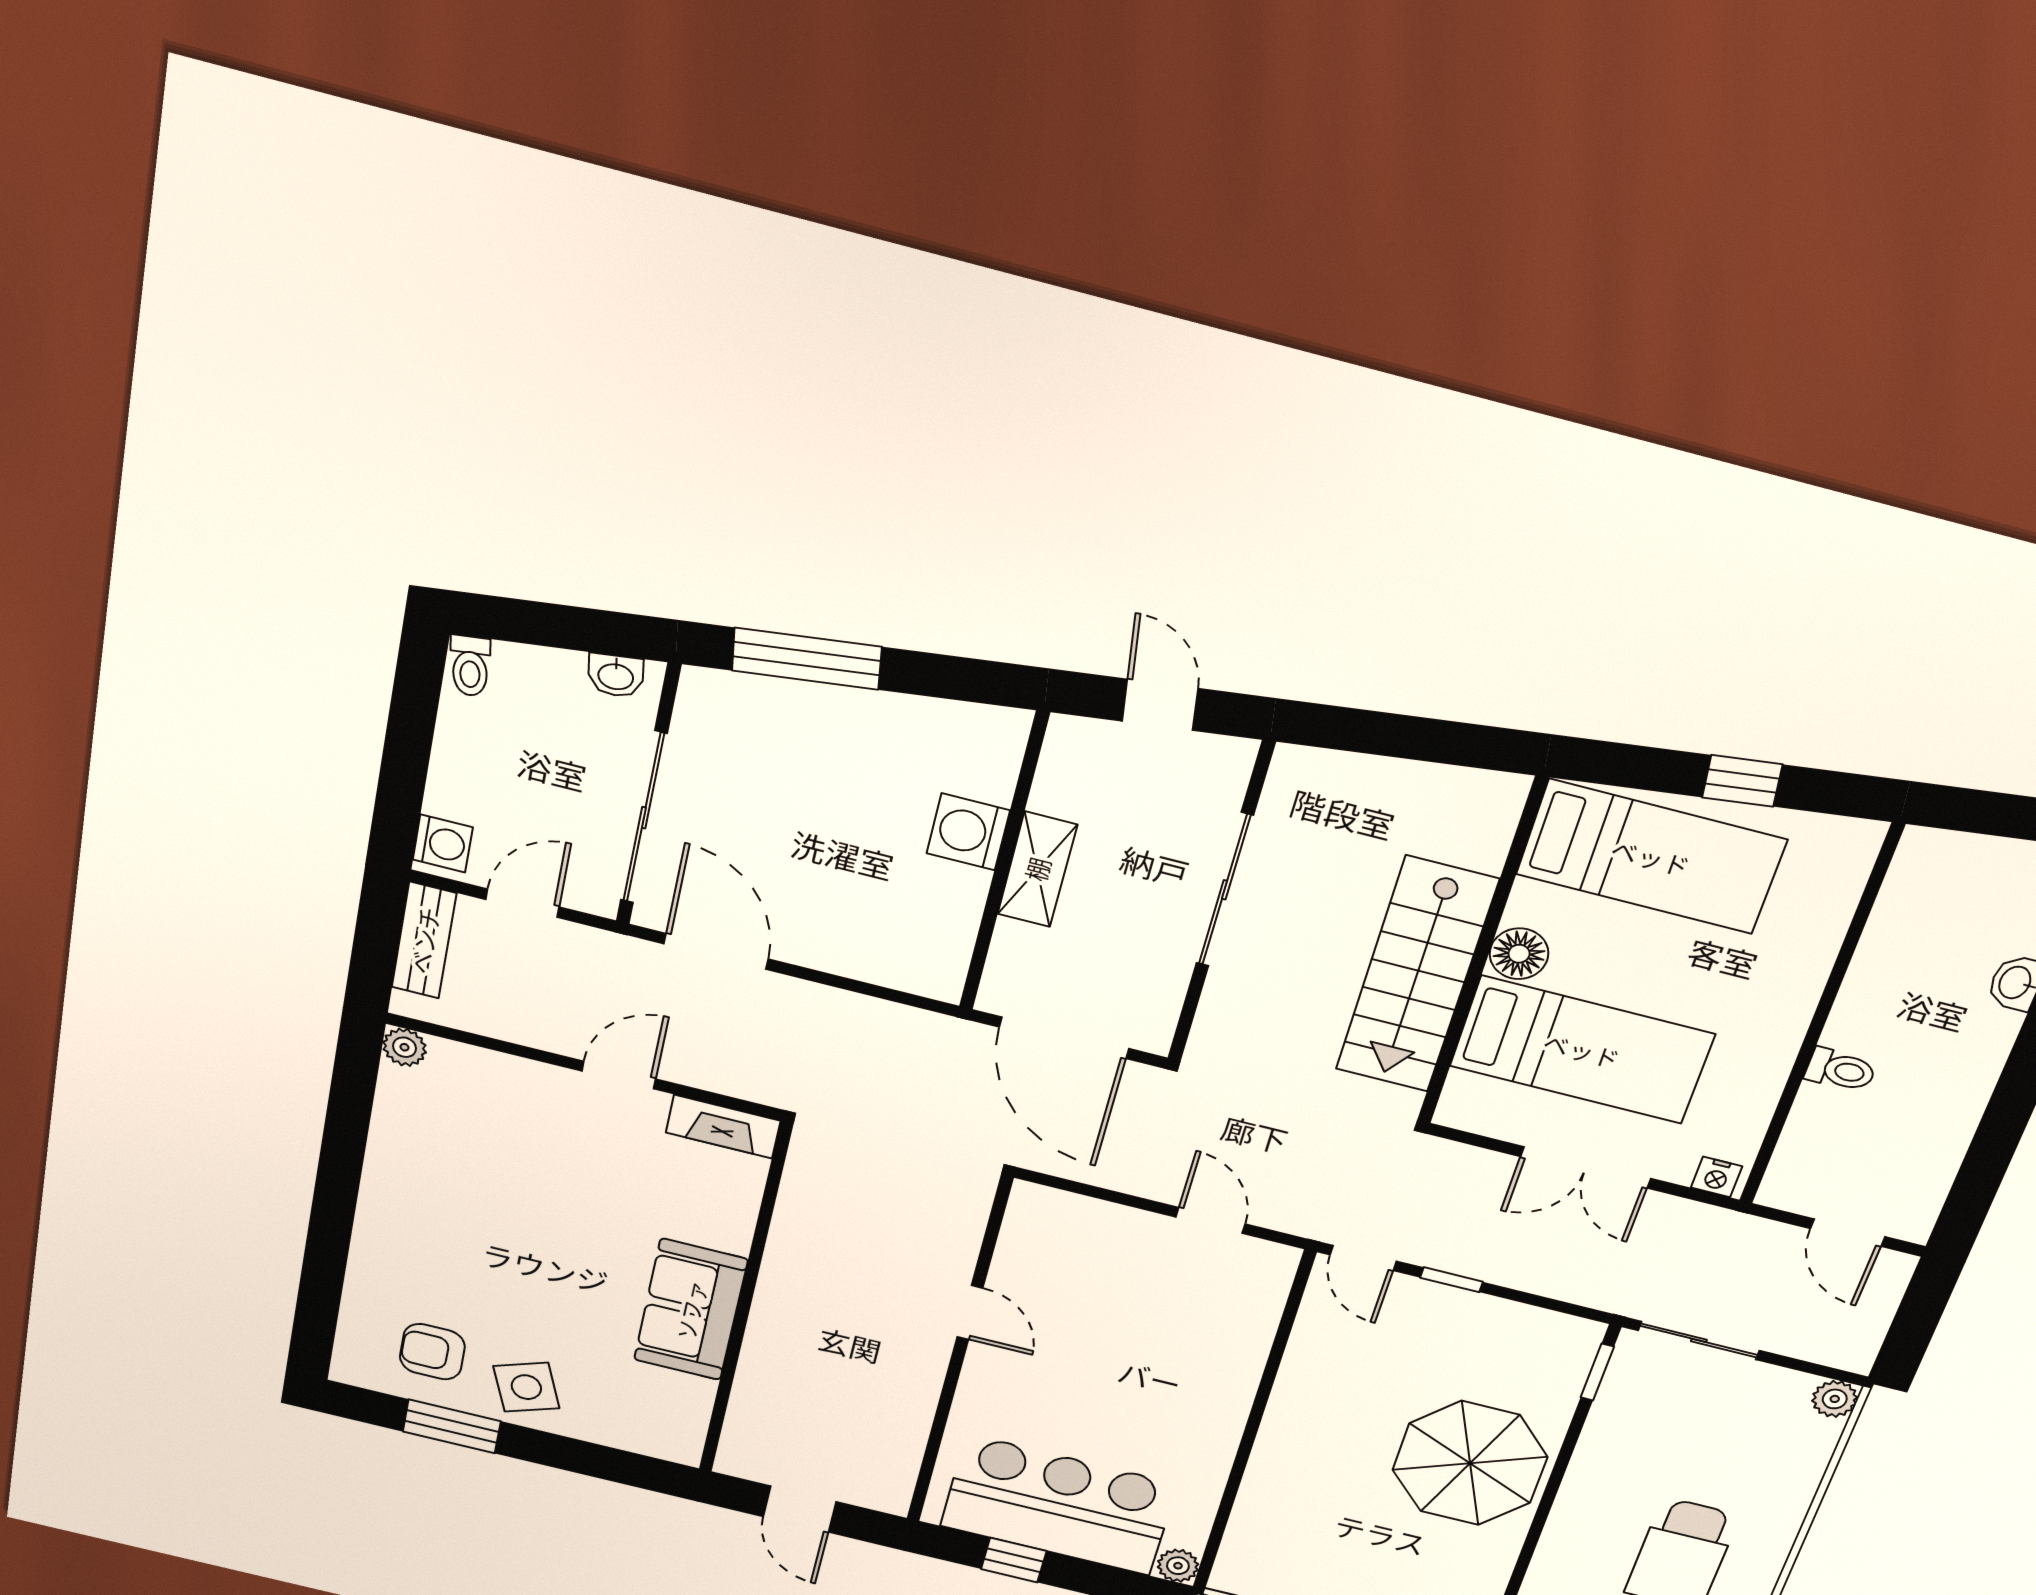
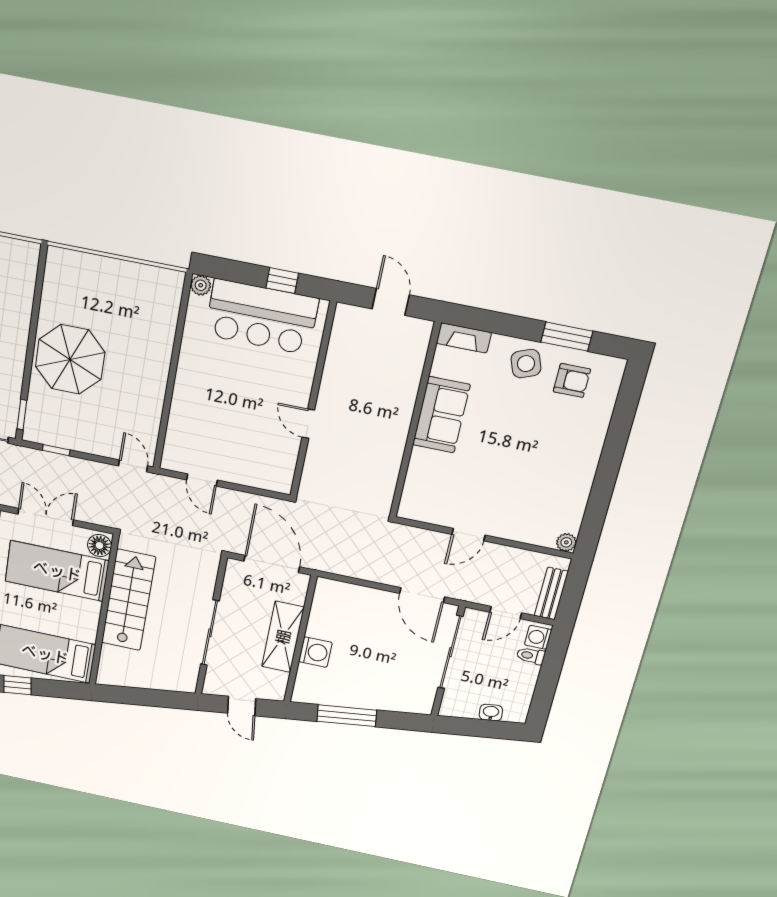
window: (807, 659) -> (347, 716), moved
toilet: (470, 666) -> (531, 656), moved, turned -82
washbasin: (616, 676) -> (491, 713), moved
shelving: (1037, 869) -> (283, 637), width x1.50, depth x1.33
floor lamp: (1519, 954) -> (99, 546), moved
fireplace: (723, 1127) -> (464, 338), moved, turned 180
window: (1451, 1280) -> (56, 450), moved

